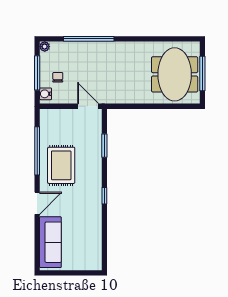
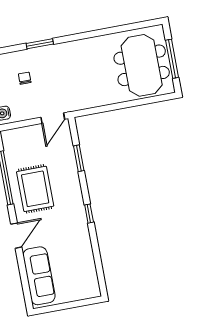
window: (89, 39) -> (40, 44), width x0.47
chair: (58, 77) -> (25, 78), moved
door: (88, 106) -> (53, 118), swing flipped

